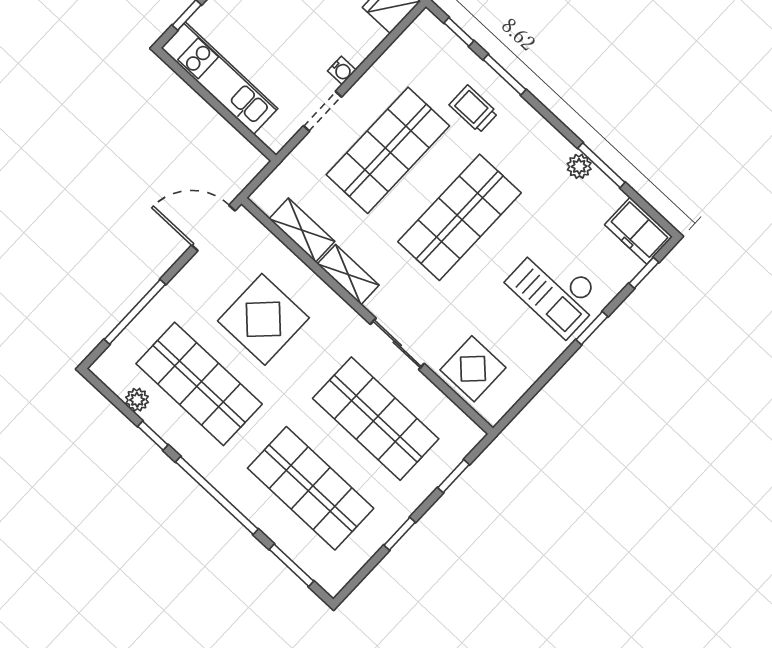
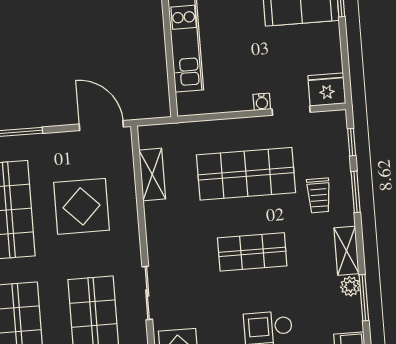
trolley: (473, 109) -> (319, 195), turned 180
doorway: (323, 111) -> (291, 111), moved
shop shelf: (460, 217) -> (252, 252), width x0.70, depth x0.74
shelving: (348, 275) -> (347, 251), moved

